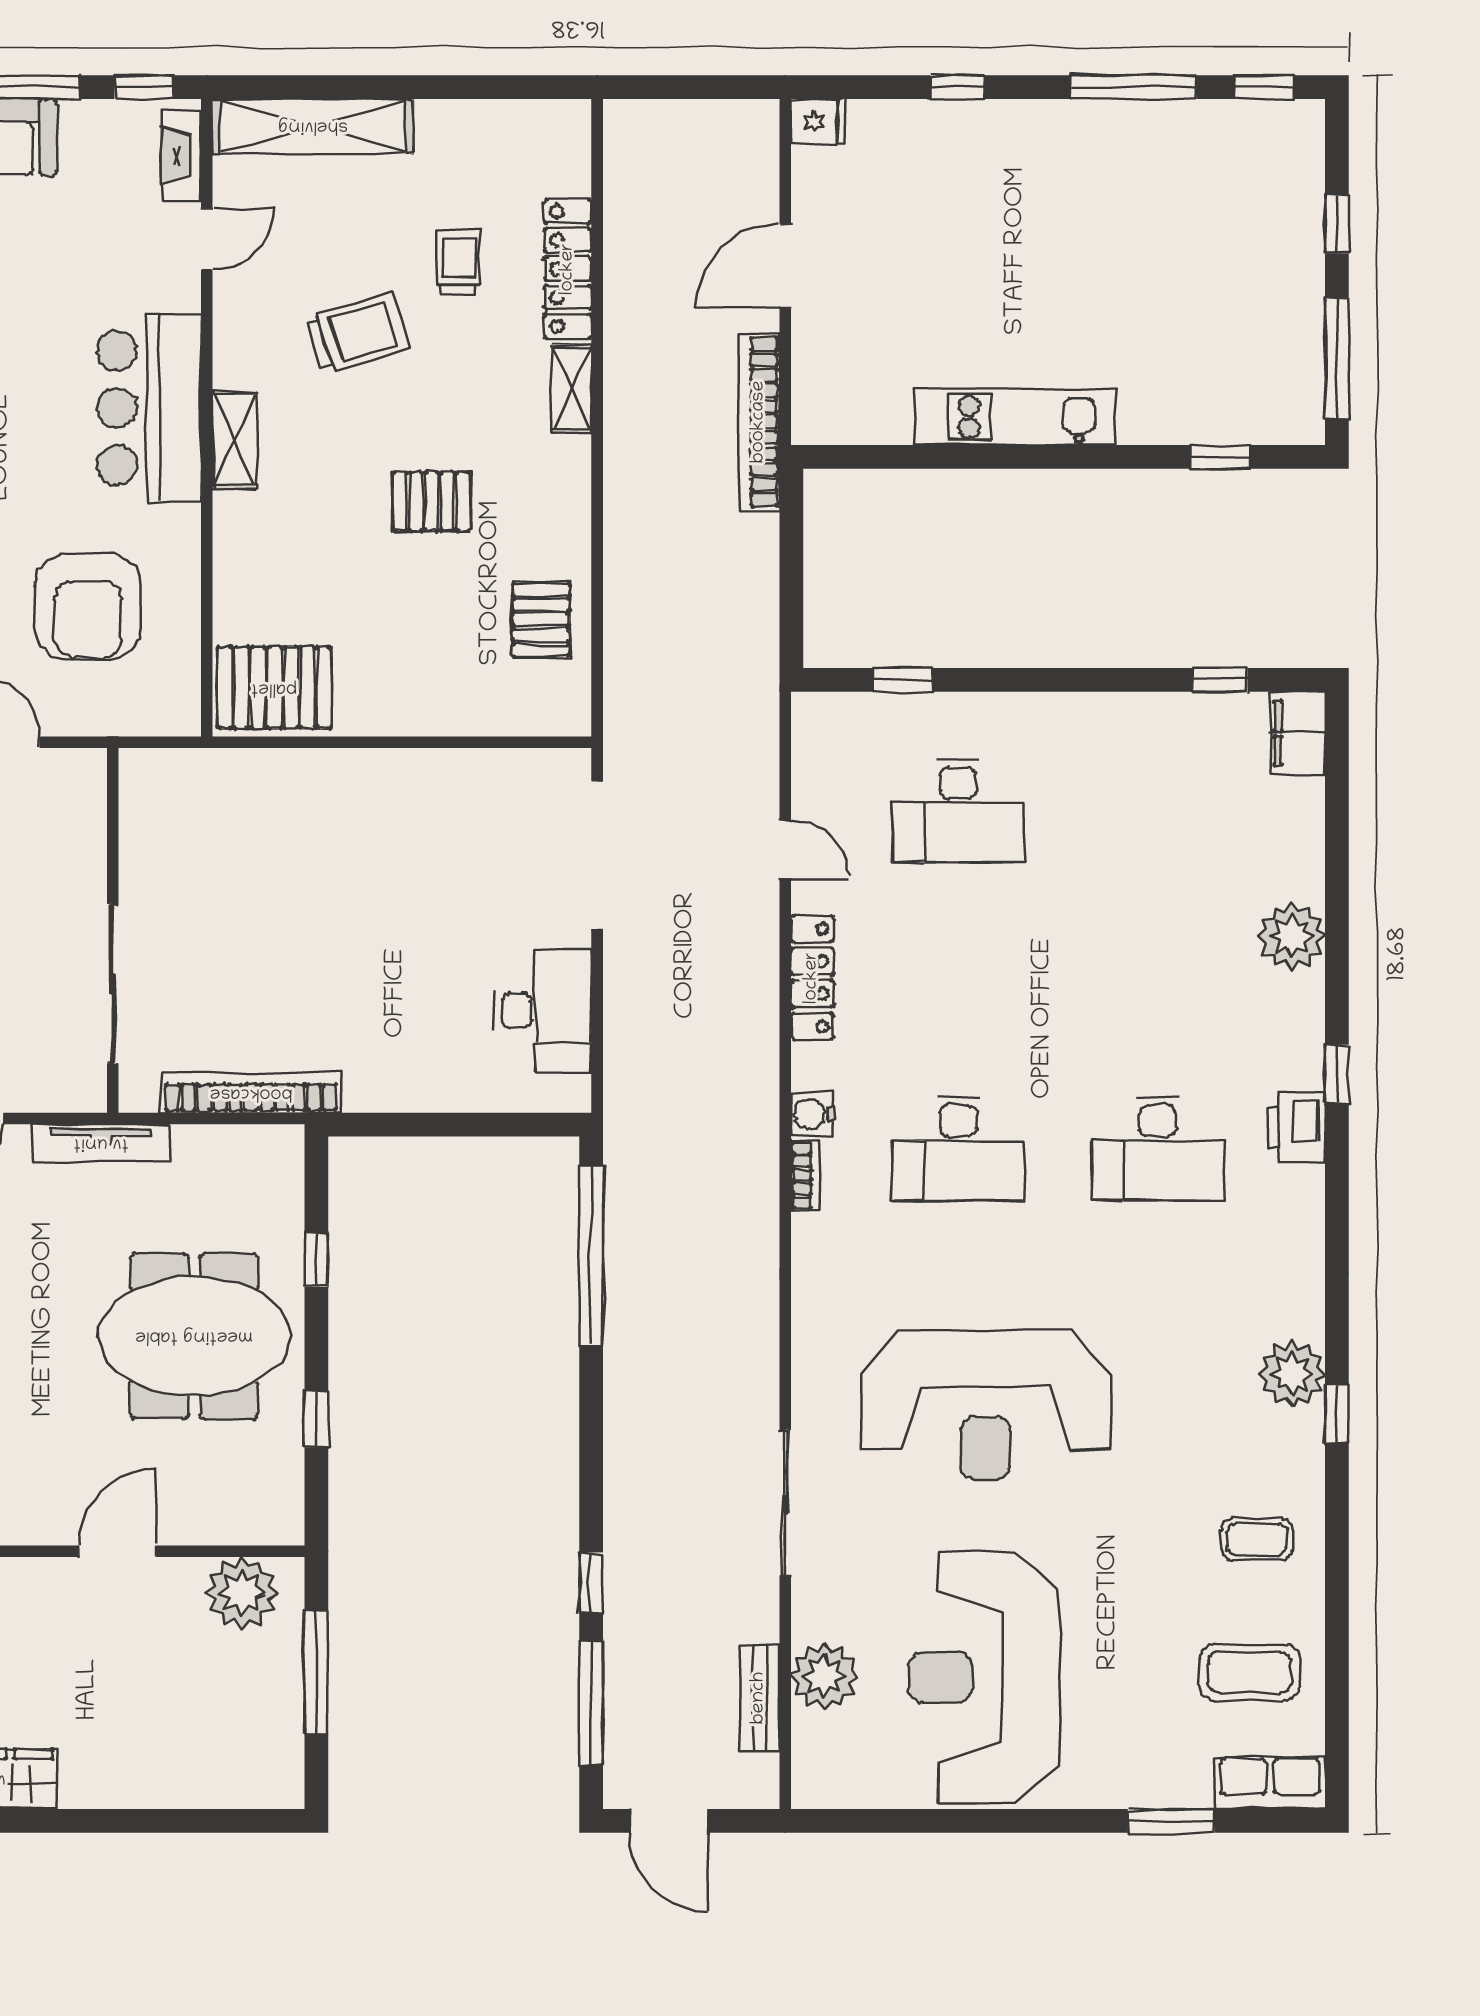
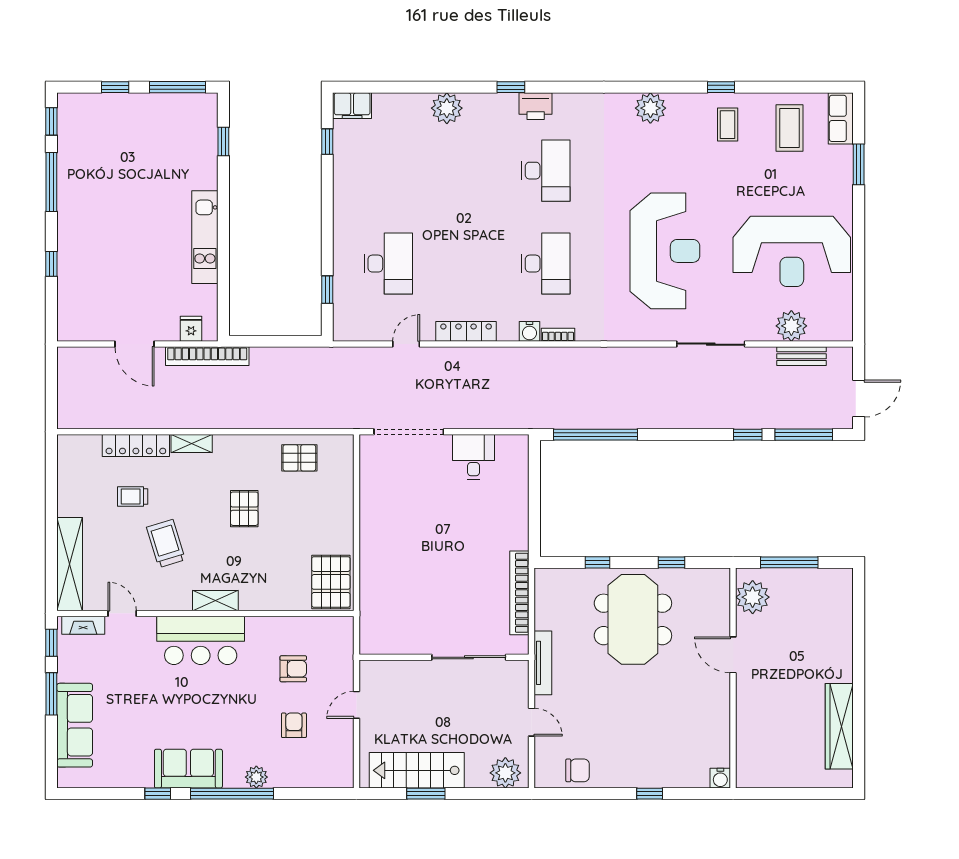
fridge: (818, 122) -> (191, 329), moved
armchair: (88, 607) -> (293, 669), width x0.53, depth x0.53
desk: (543, 1011) -> (474, 457), width x0.73
window: (1337, 1414) -> (721, 87), moved

